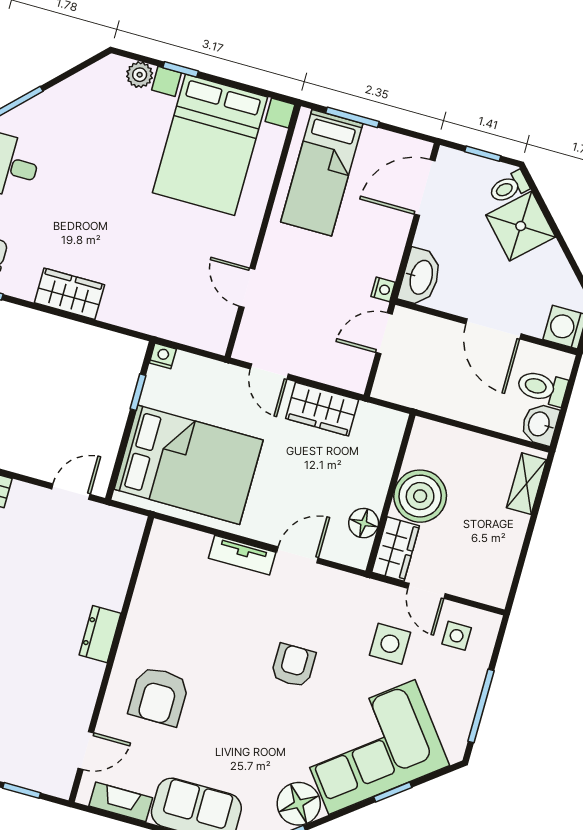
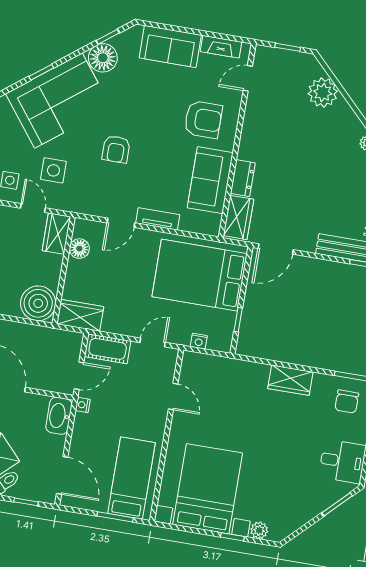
door: (425, 188) -> (62, 475), hinge flipped
nightstand: (163, 356) -> (199, 341), moved
cot: (337, 369) -> (108, 349), added
door: (269, 372) -> (153, 342), hinge flipped
wardrobe: (322, 409) -> (80, 315), moved
door: (71, 492) -> (276, 249), width x1.37
boiler: (420, 496) -> (38, 303), moved
wardrobe: (122, 544) -> (238, 217), added
sofa: (158, 605) -> (210, 180), added
dresser: (100, 634) -> (243, 178), moved
armchair: (159, 696) -> (203, 120), turned 90

